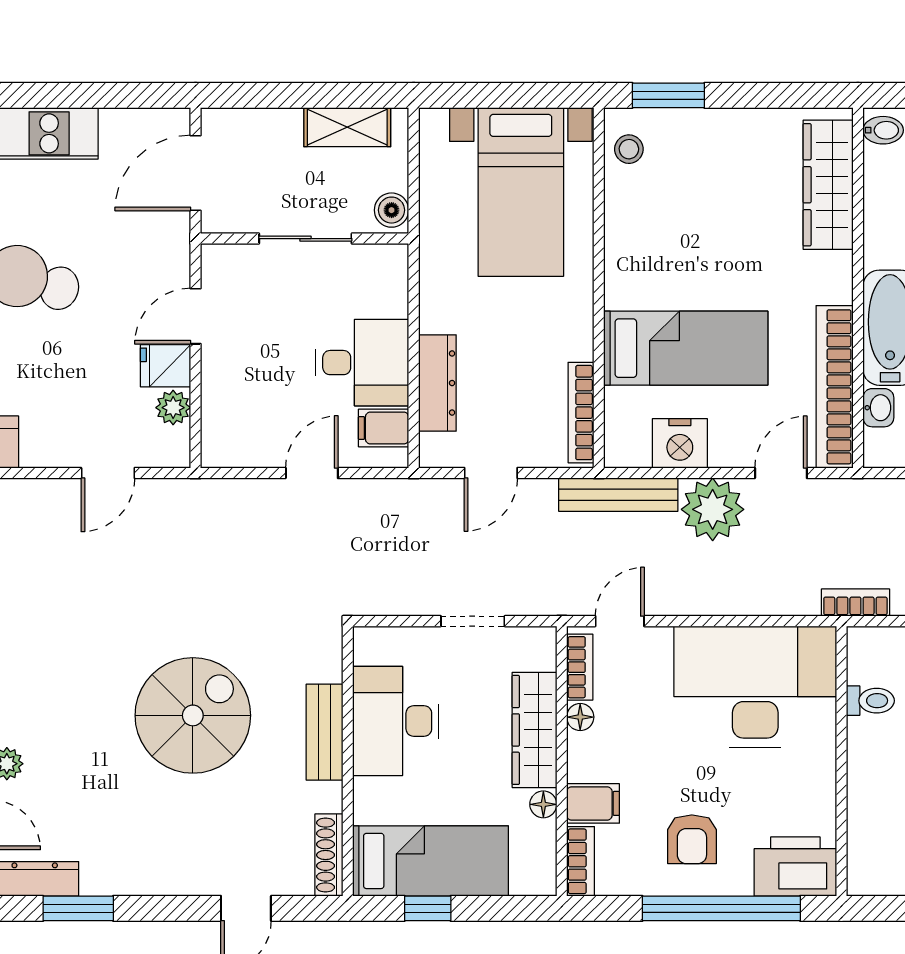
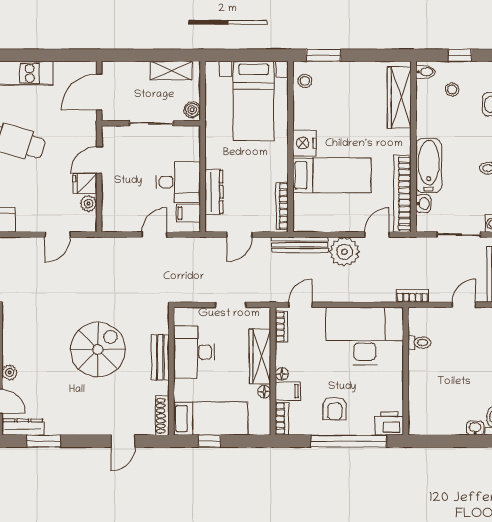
nightstand: (680, 443) -> (305, 143), moved, turned 90
floor lamp: (580, 717) -> (282, 374), moved
printer: (795, 866) -> (389, 423), width x0.73, depth x0.84

